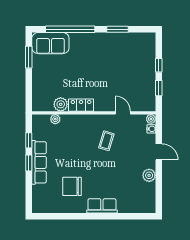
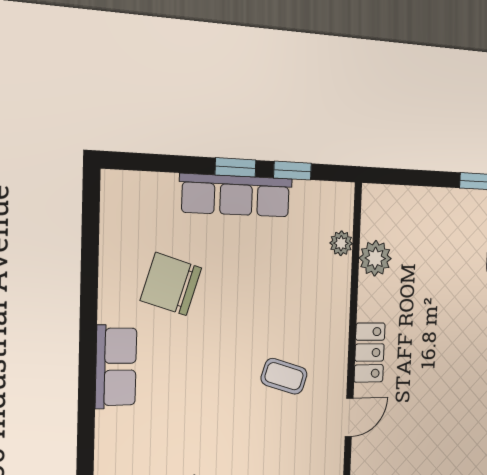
locker: (81, 105) -> (369, 353), moved
chair: (72, 186) -> (171, 284), turned -73

